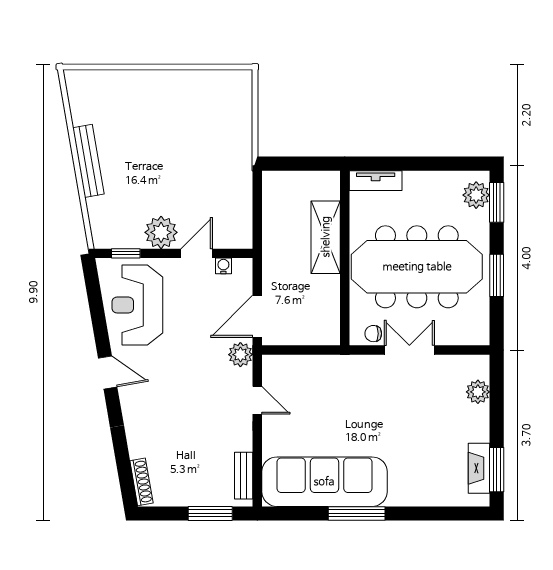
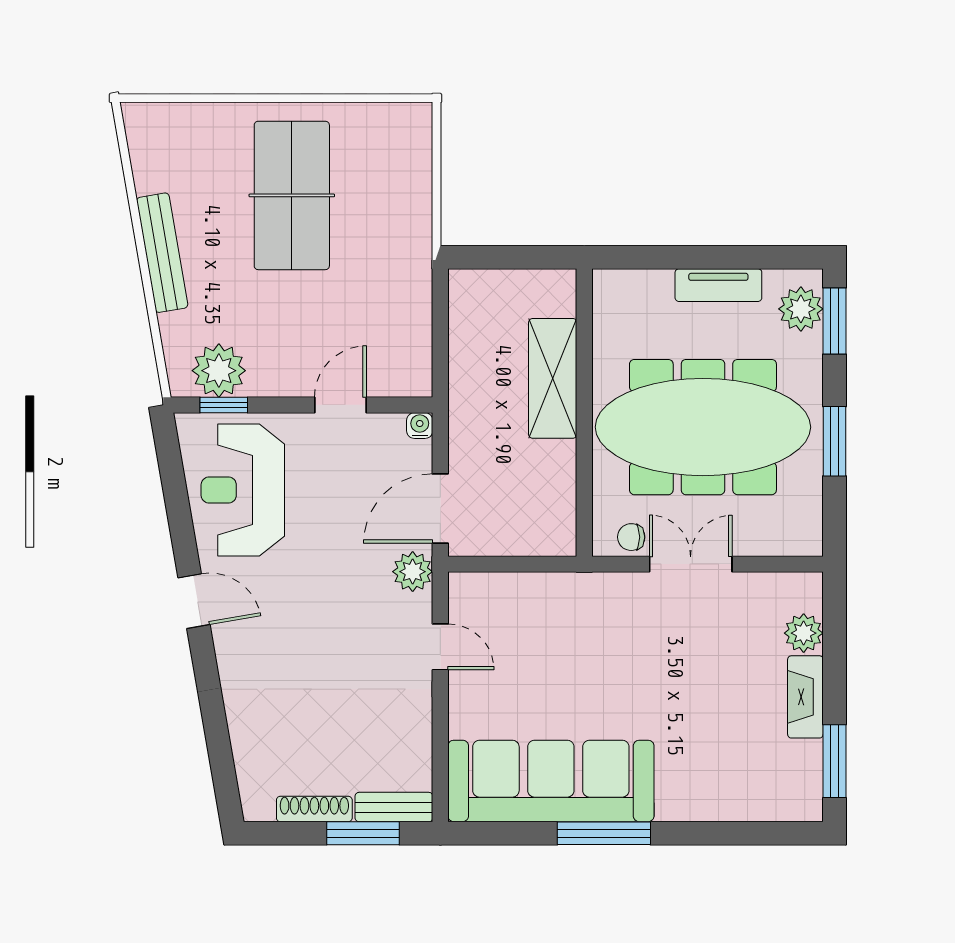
table tennis table: (167, 126) -> (292, 195), added
tv unit: (376, 181) -> (718, 285), moved
plant: (161, 232) -> (219, 371), moved
water cooler: (223, 266) -> (420, 426), moved
fireplace: (479, 468) -> (805, 697), moved
bench: (244, 476) -> (394, 807), moved, turned 90
shoe rack: (141, 482) -> (314, 809), moved, turned -80

